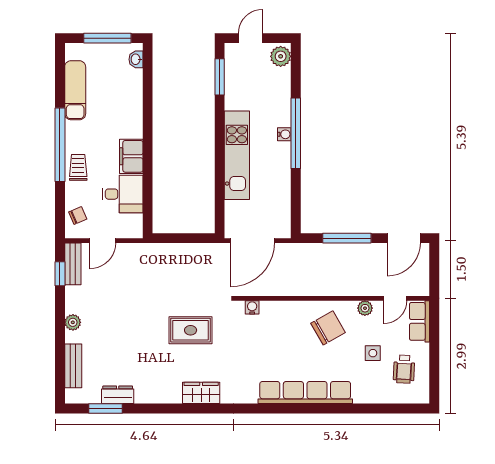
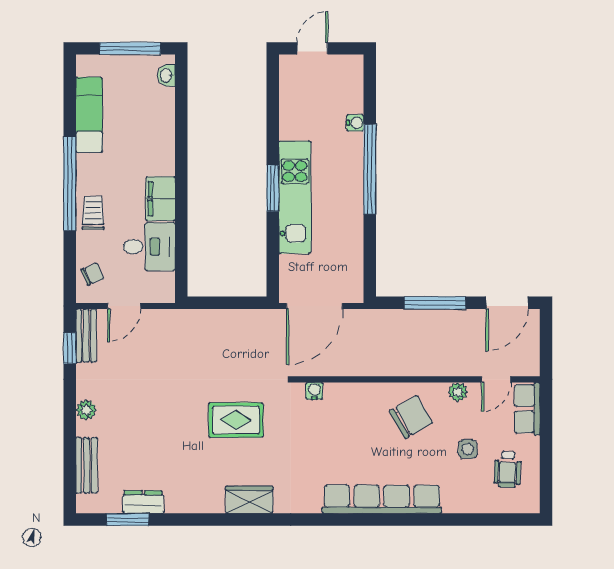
plant: (281, 56) -> (351, 72), removed
window: (220, 77) -> (273, 188), moved
water cooler: (284, 134) -> (355, 123), moved

